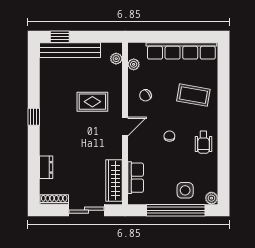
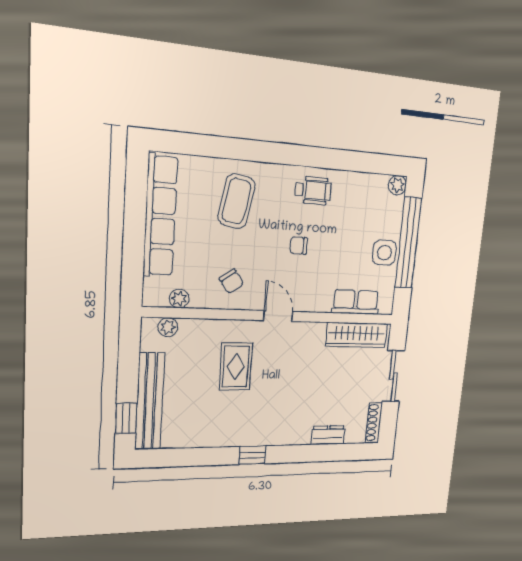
side table: (185, 190) -> (384, 253), moved

